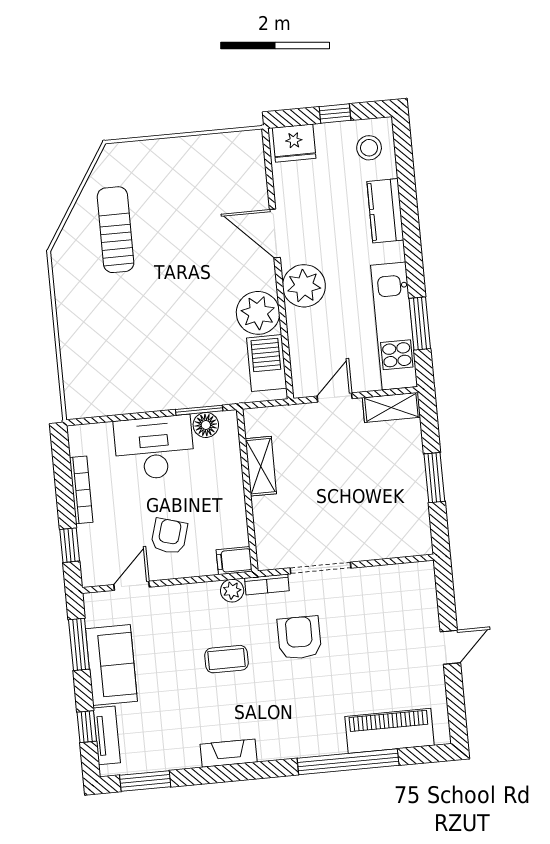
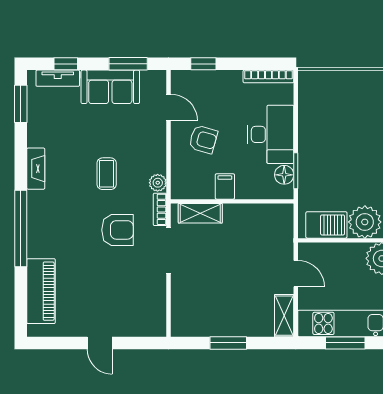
shelving: (261, 466) -> (200, 213), moved
bookcase: (81, 490) -> (268, 76), moved
filing cabinet: (234, 561) -> (225, 186), moved
window: (348, 762) -> (21, 228), moved

